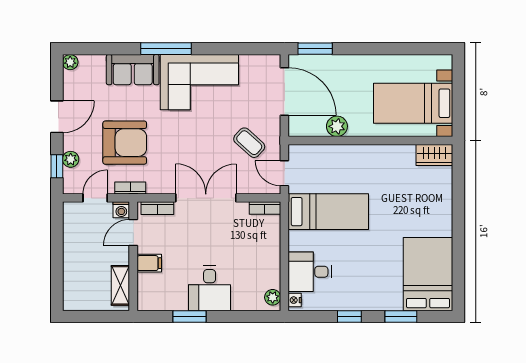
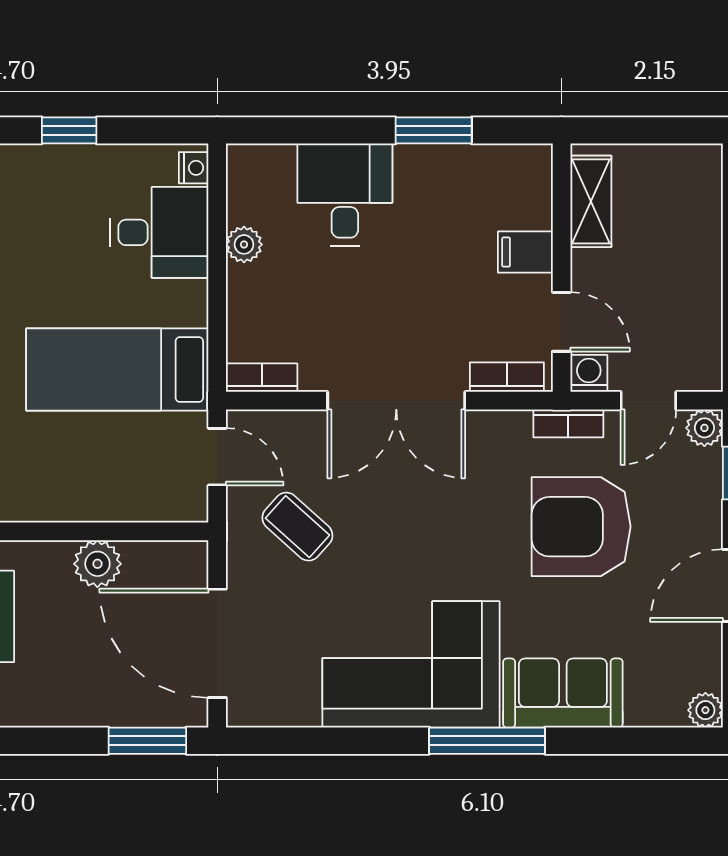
plant: (71, 159) -> (704, 428), moved
door: (133, 232) -> (562, 322), hinge flipped
desk: (210, 288) -> (345, 195), moved
plant: (273, 297) -> (244, 244), moved

